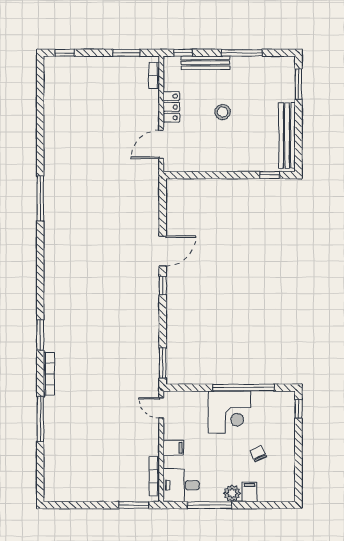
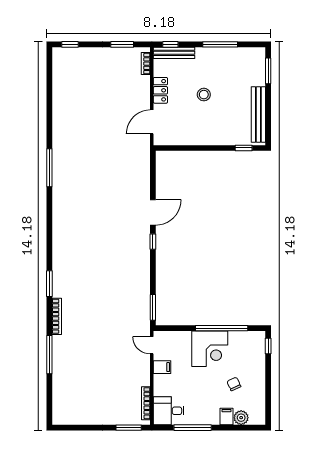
bench: (205, 63) -> (174, 53), moved
filing cabinet: (173, 448) -> (162, 367), moved
plant: (232, 493) -> (241, 418), moved

